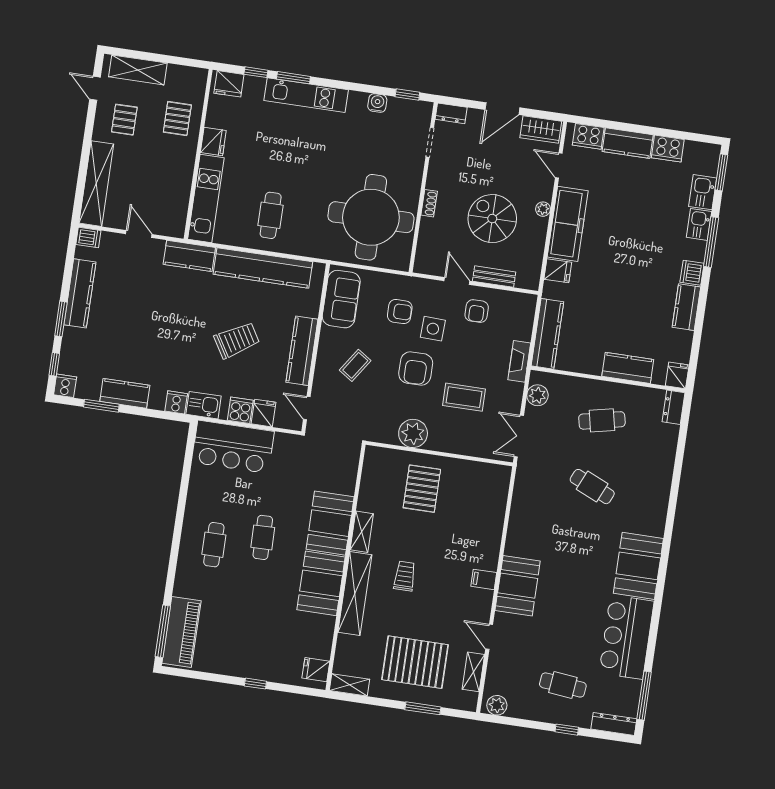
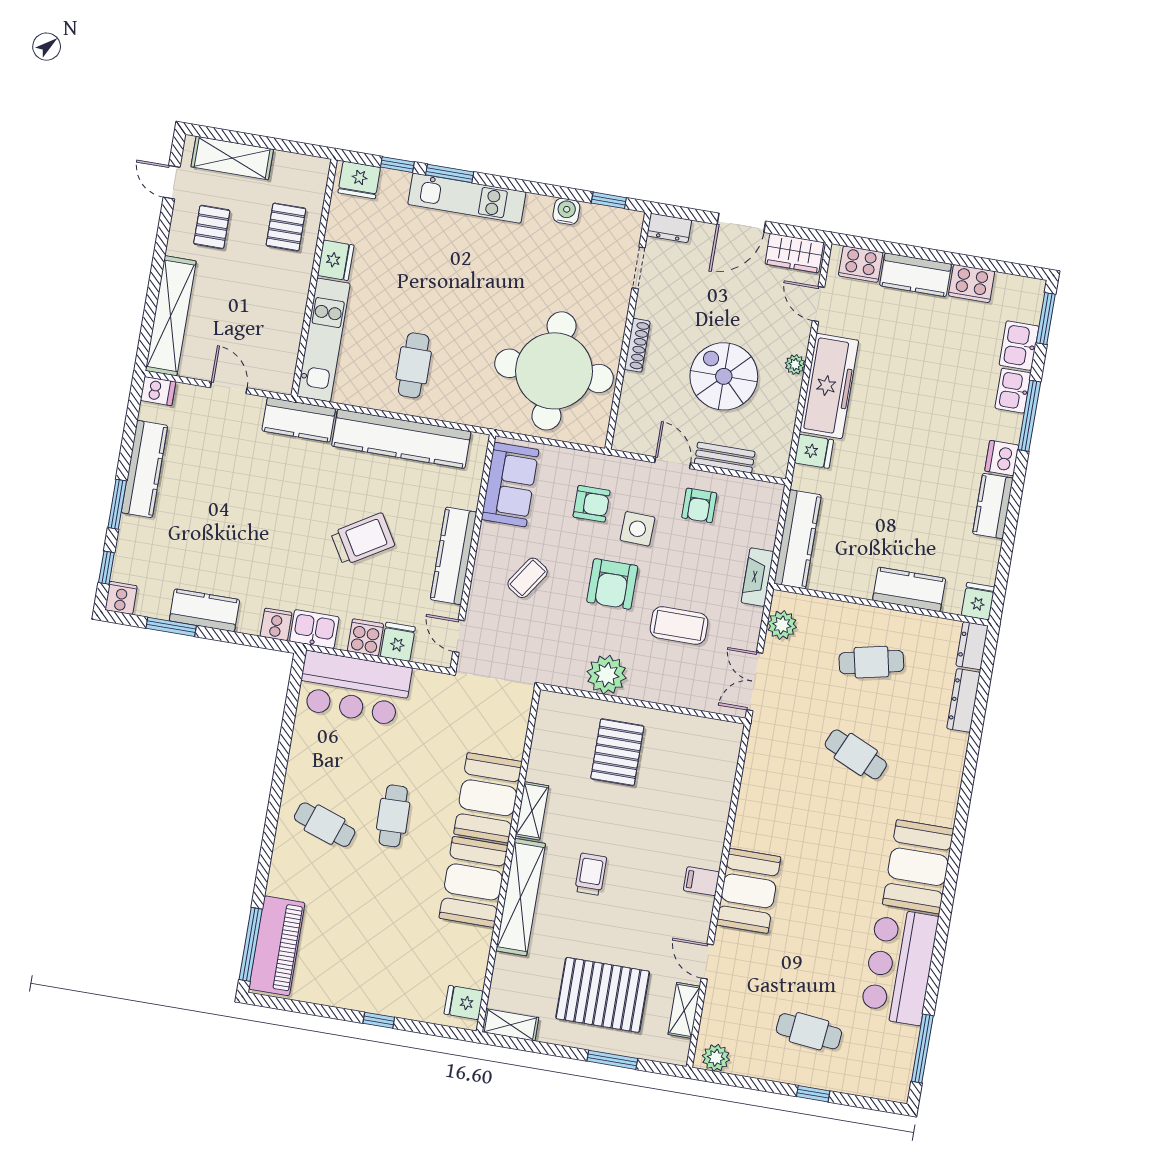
shoe rack: (429, 203) -> (637, 345), width x1.43
cafe table: (214, 545) -> (325, 825), turned -71
dresser: (614, 724) -> (964, 700), moved, turned -90

